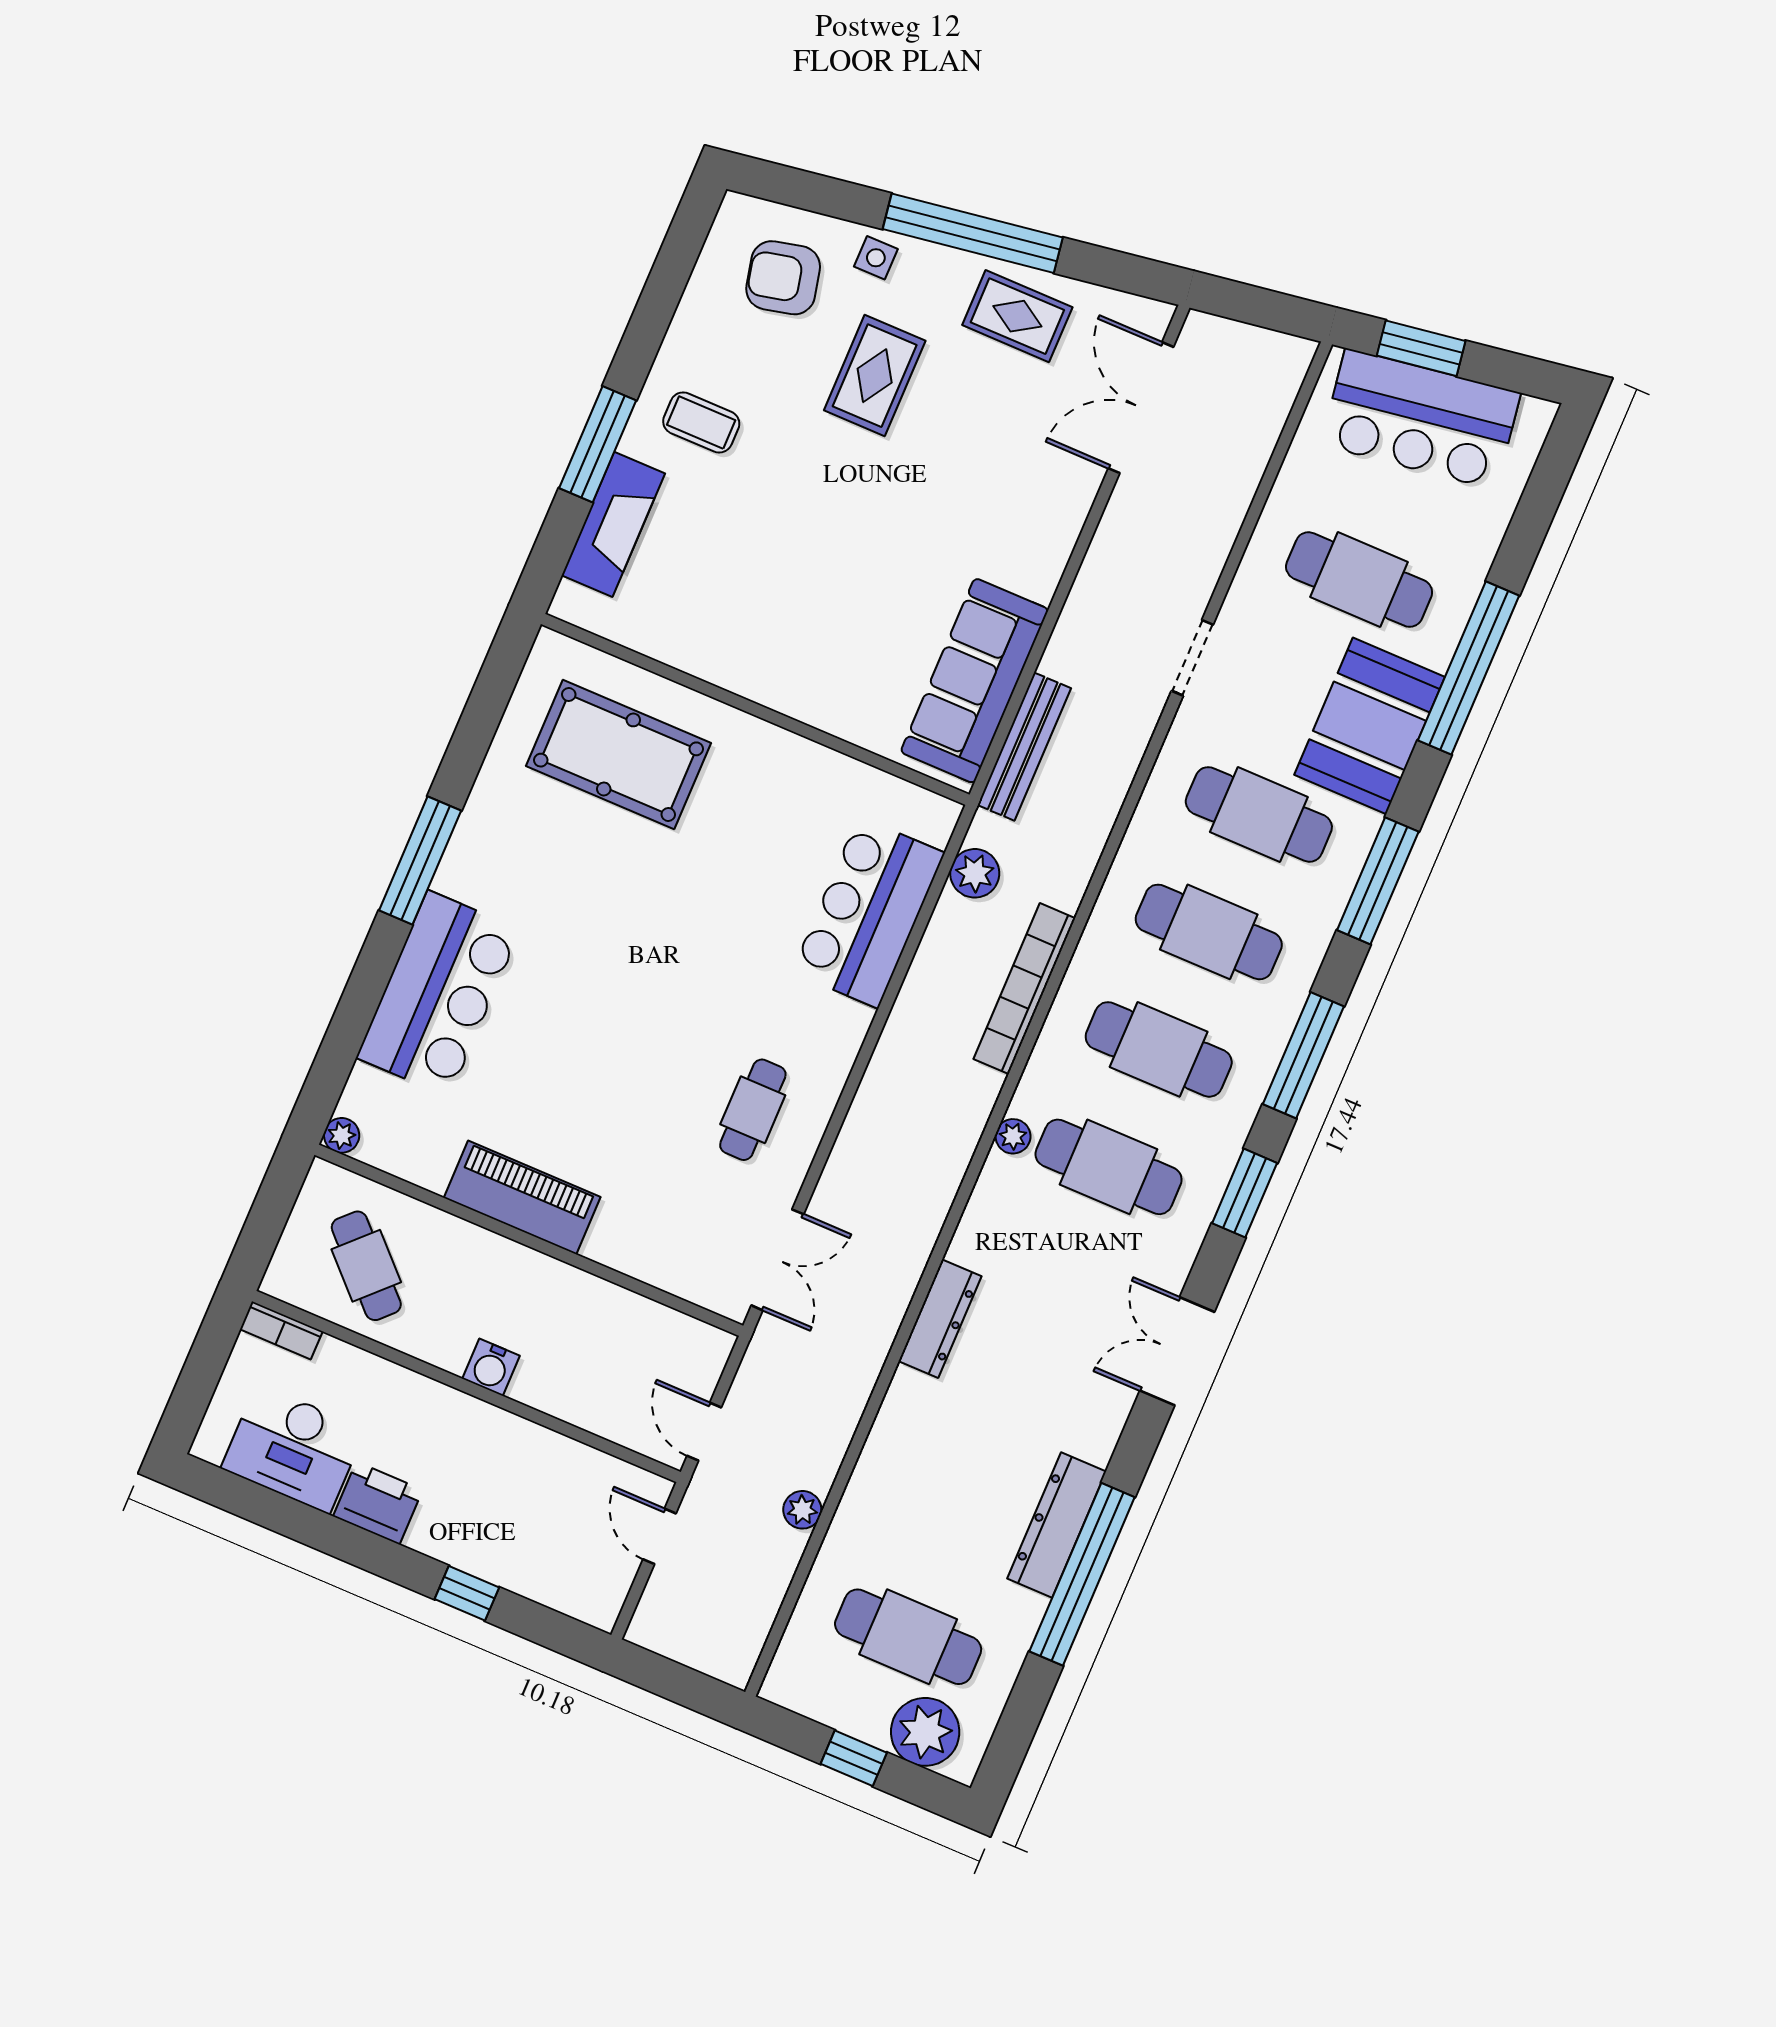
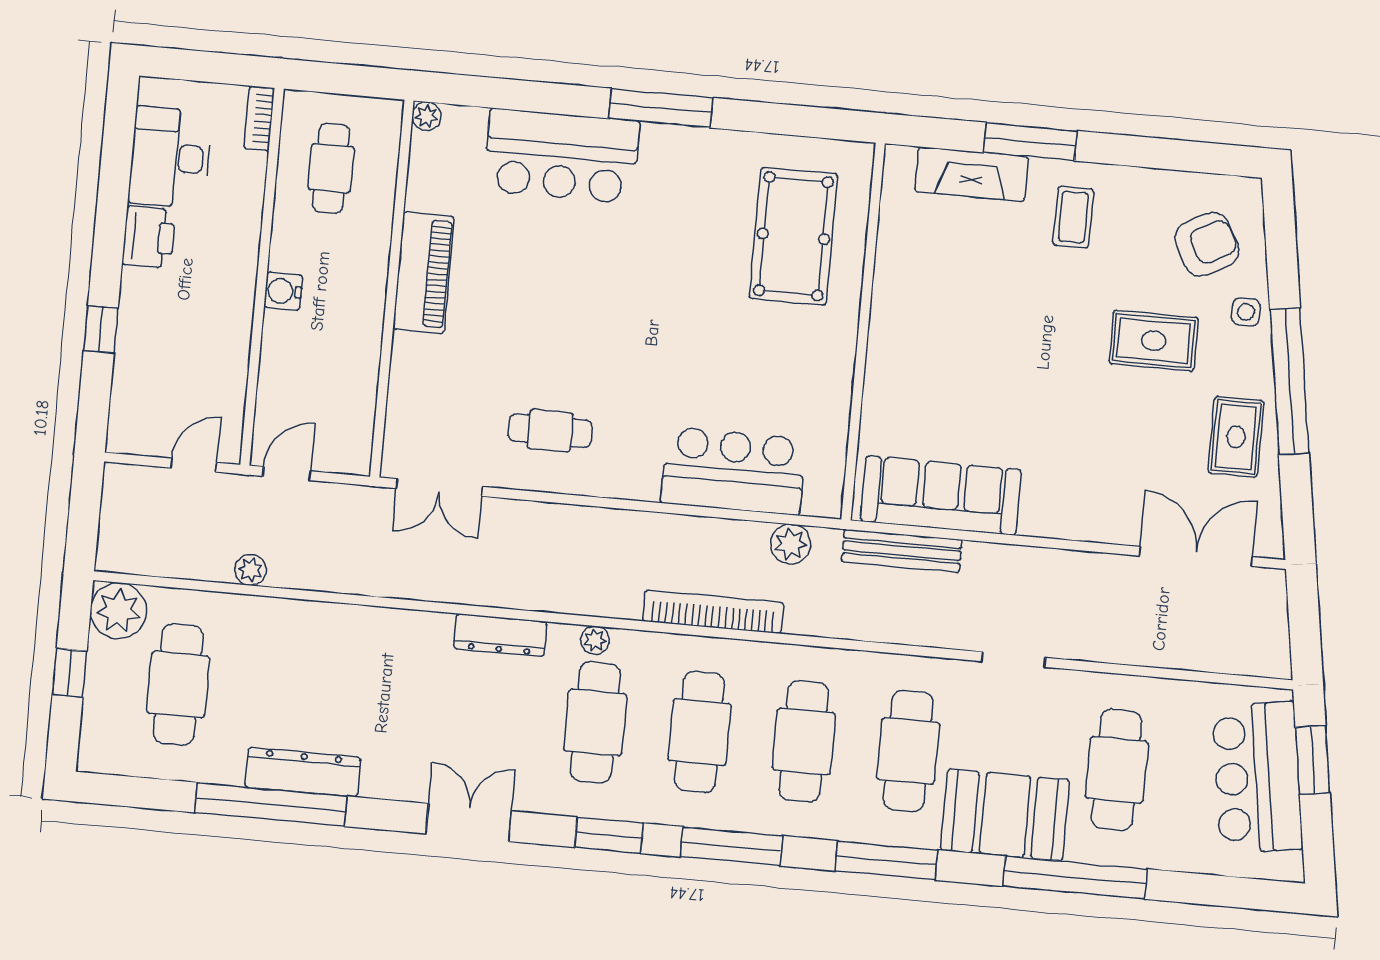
armchair: (783, 278) -> (1207, 245), turned 75
cafe table: (366, 1266) -> (331, 168), turned -45
dresser: (940, 1319) -> (500, 635), moved
plant: (925, 1732) -> (118, 611), moved

